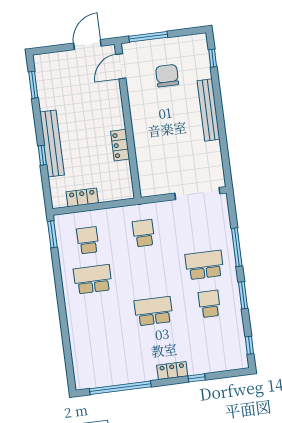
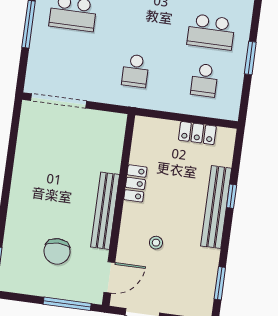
stool: (92, 103) -> (156, 243), added
bench: (209, 110) -> (105, 211), moved
window: (52, 234) -> (250, 58), moved

